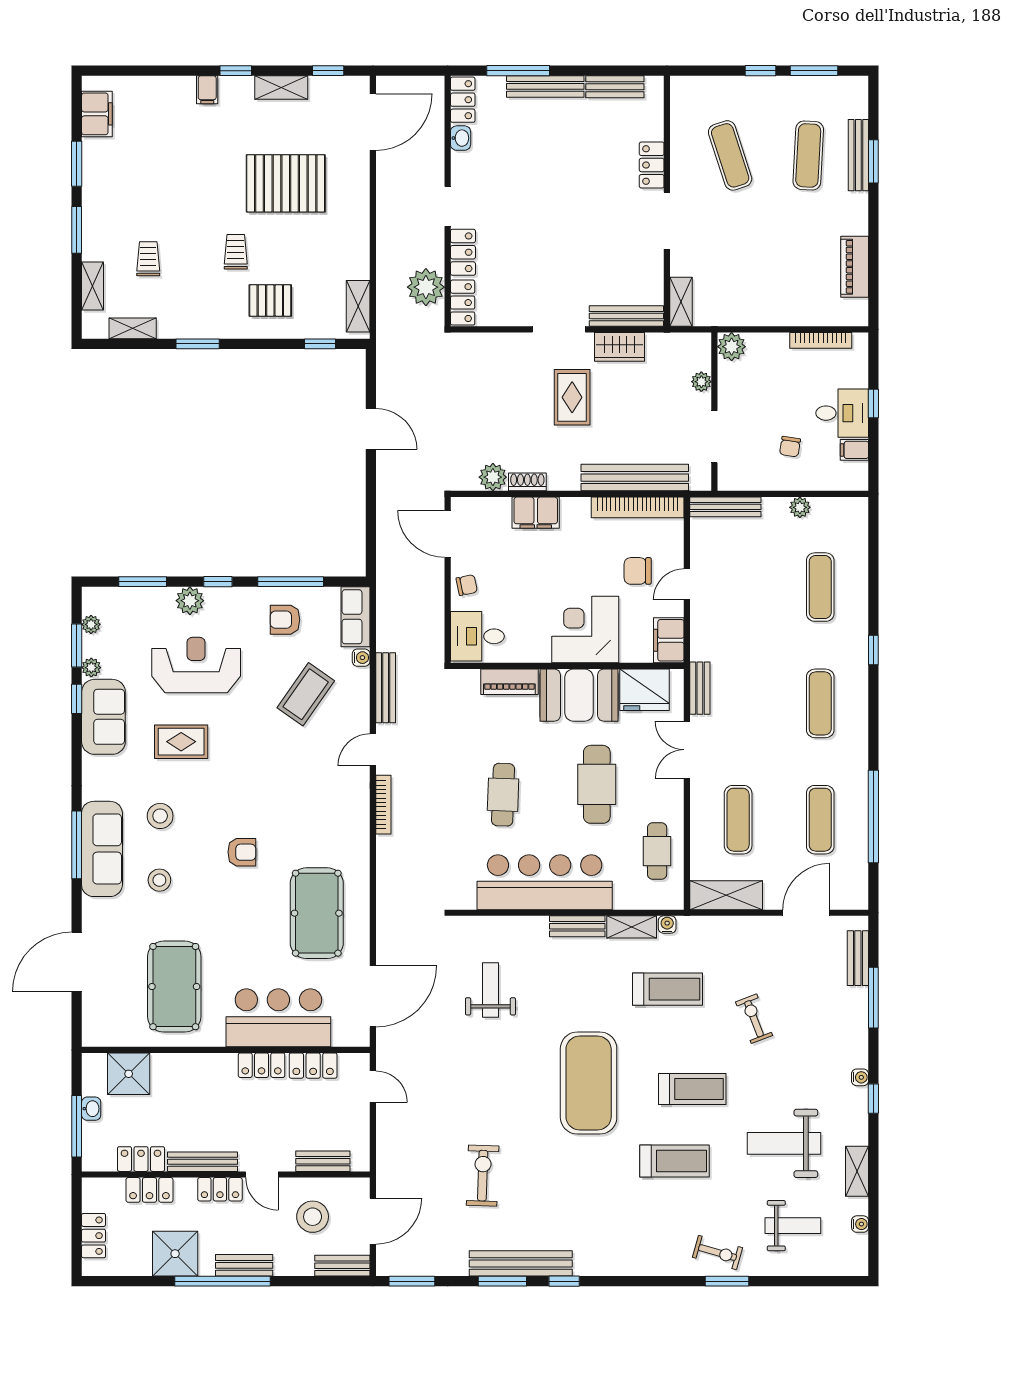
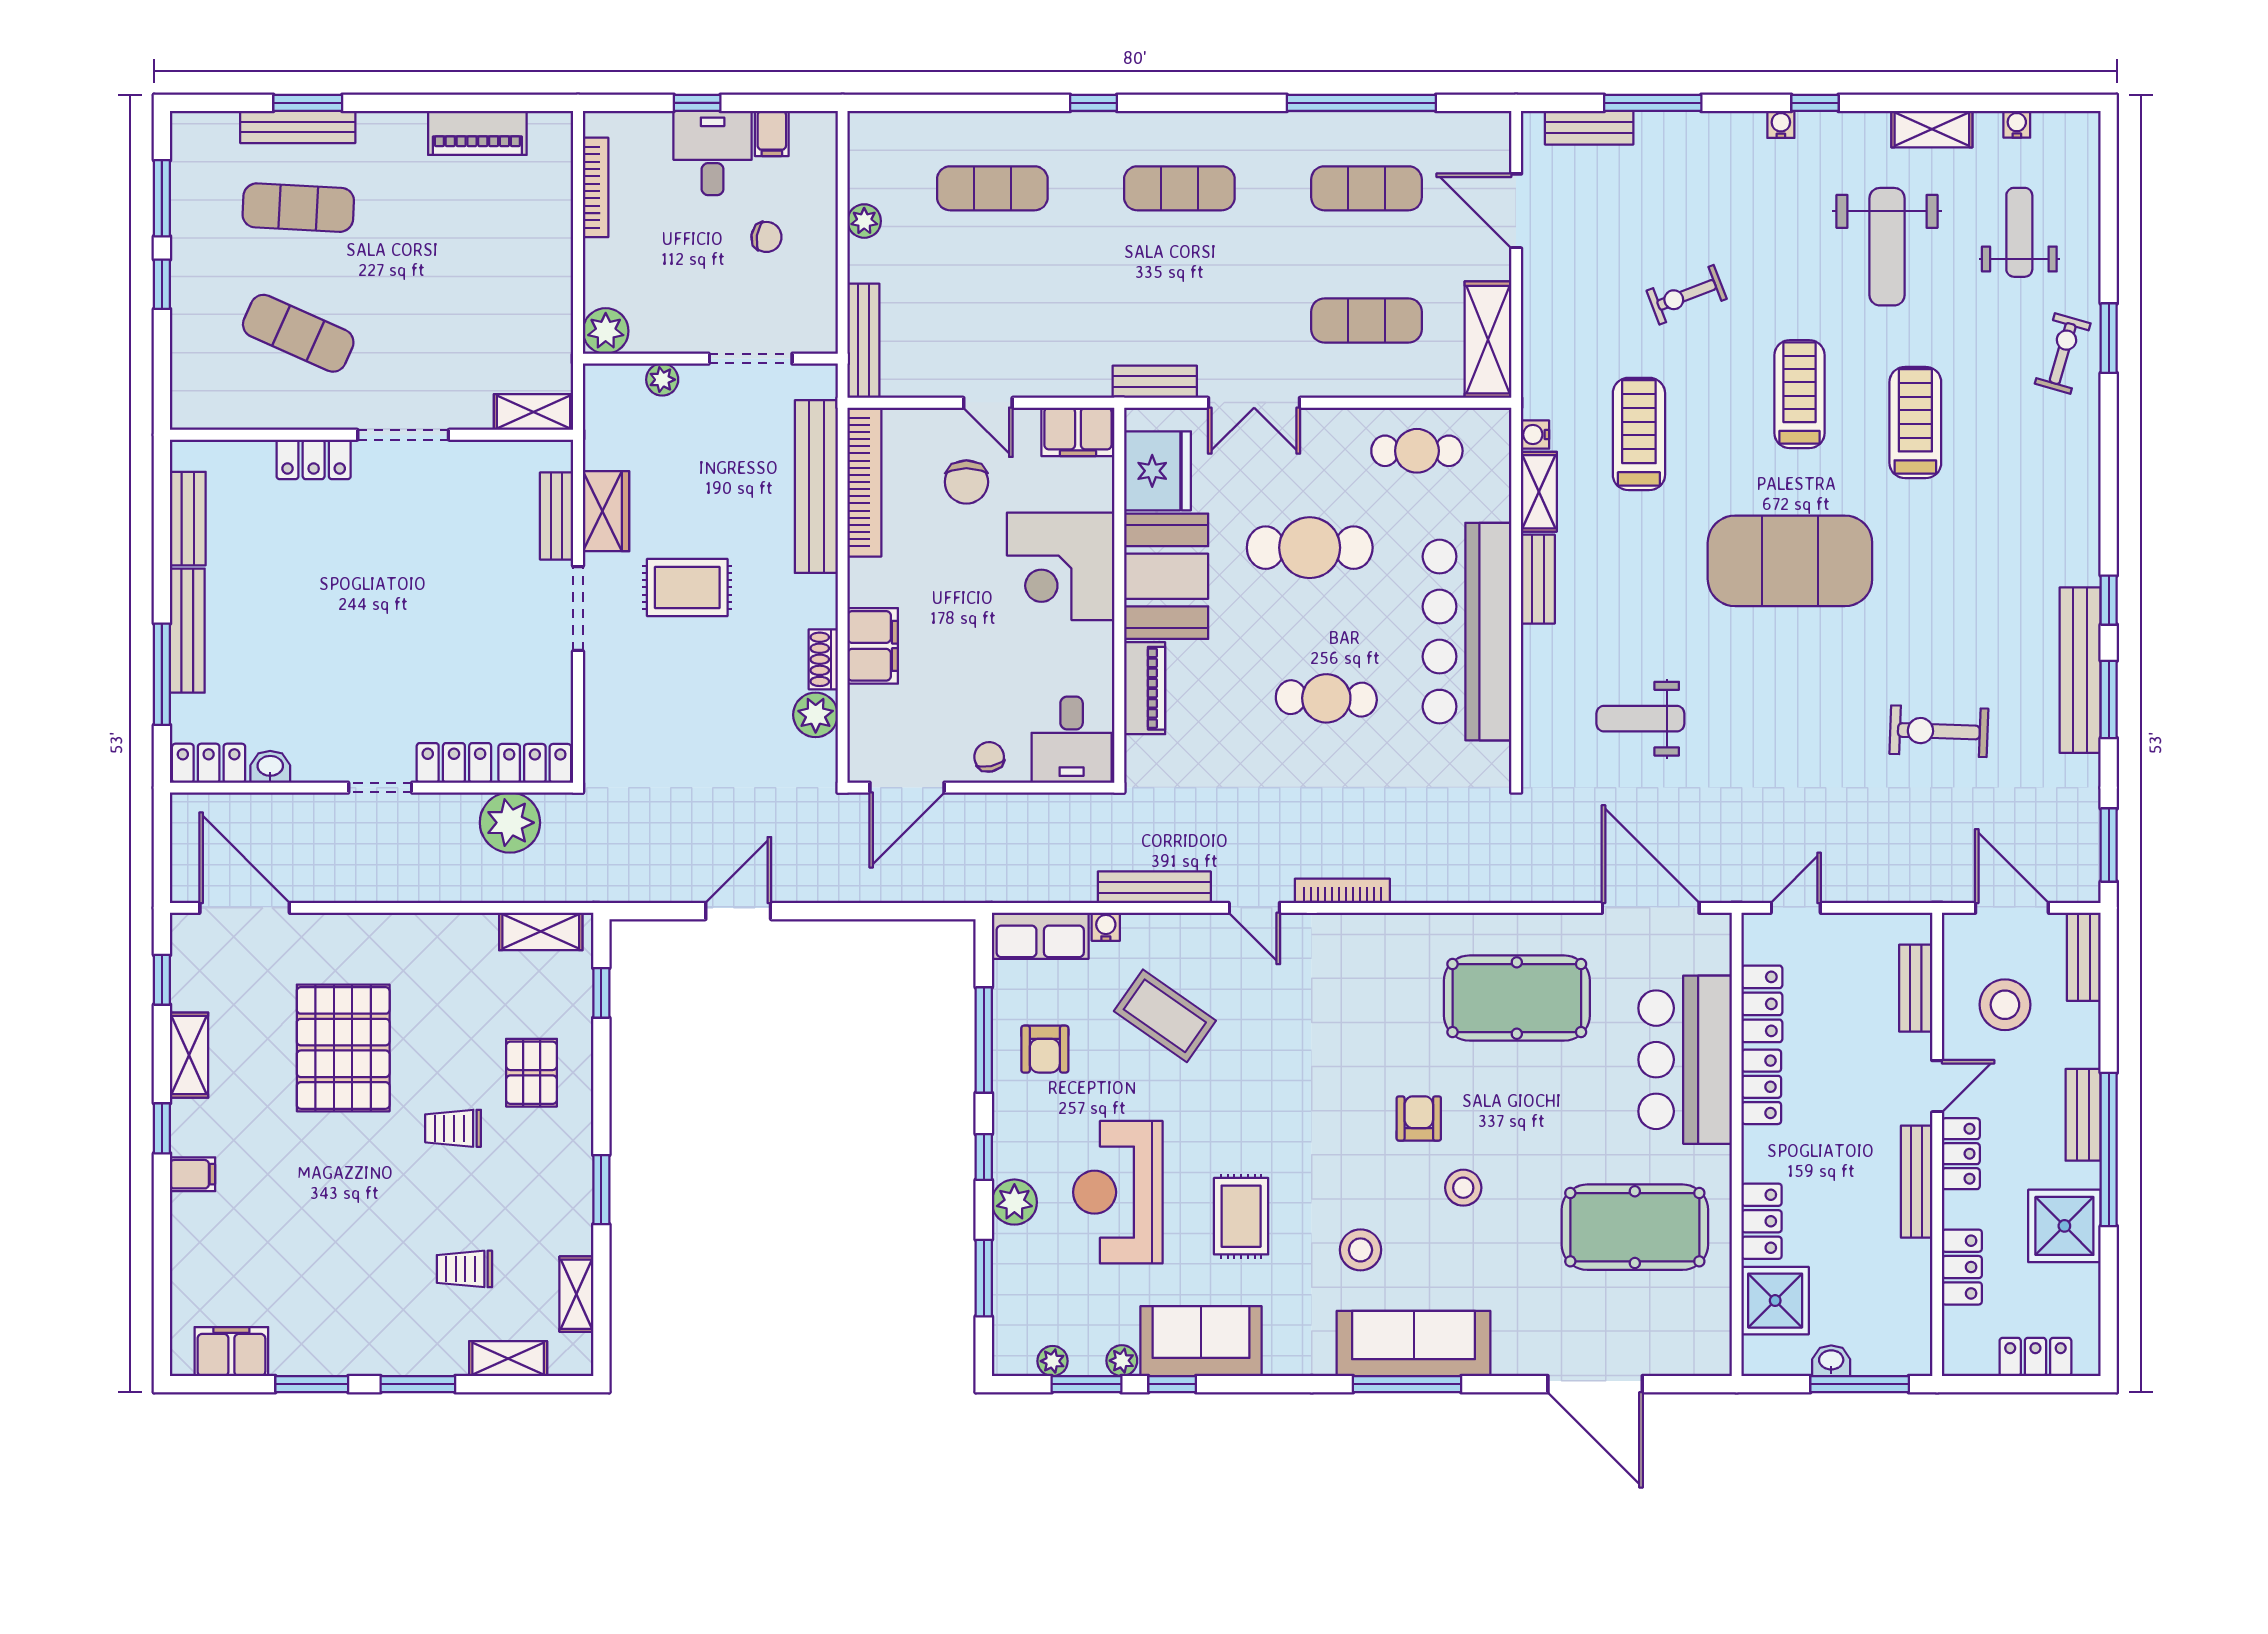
exercise mat: (730, 155) -> (298, 333), turned 42
bench: (626, 316) -> (557, 516), width x0.73
stool: (159, 880) -> (1463, 1188), moved
locker: (141, 1159) -> (1762, 1221), moved, turned 180

